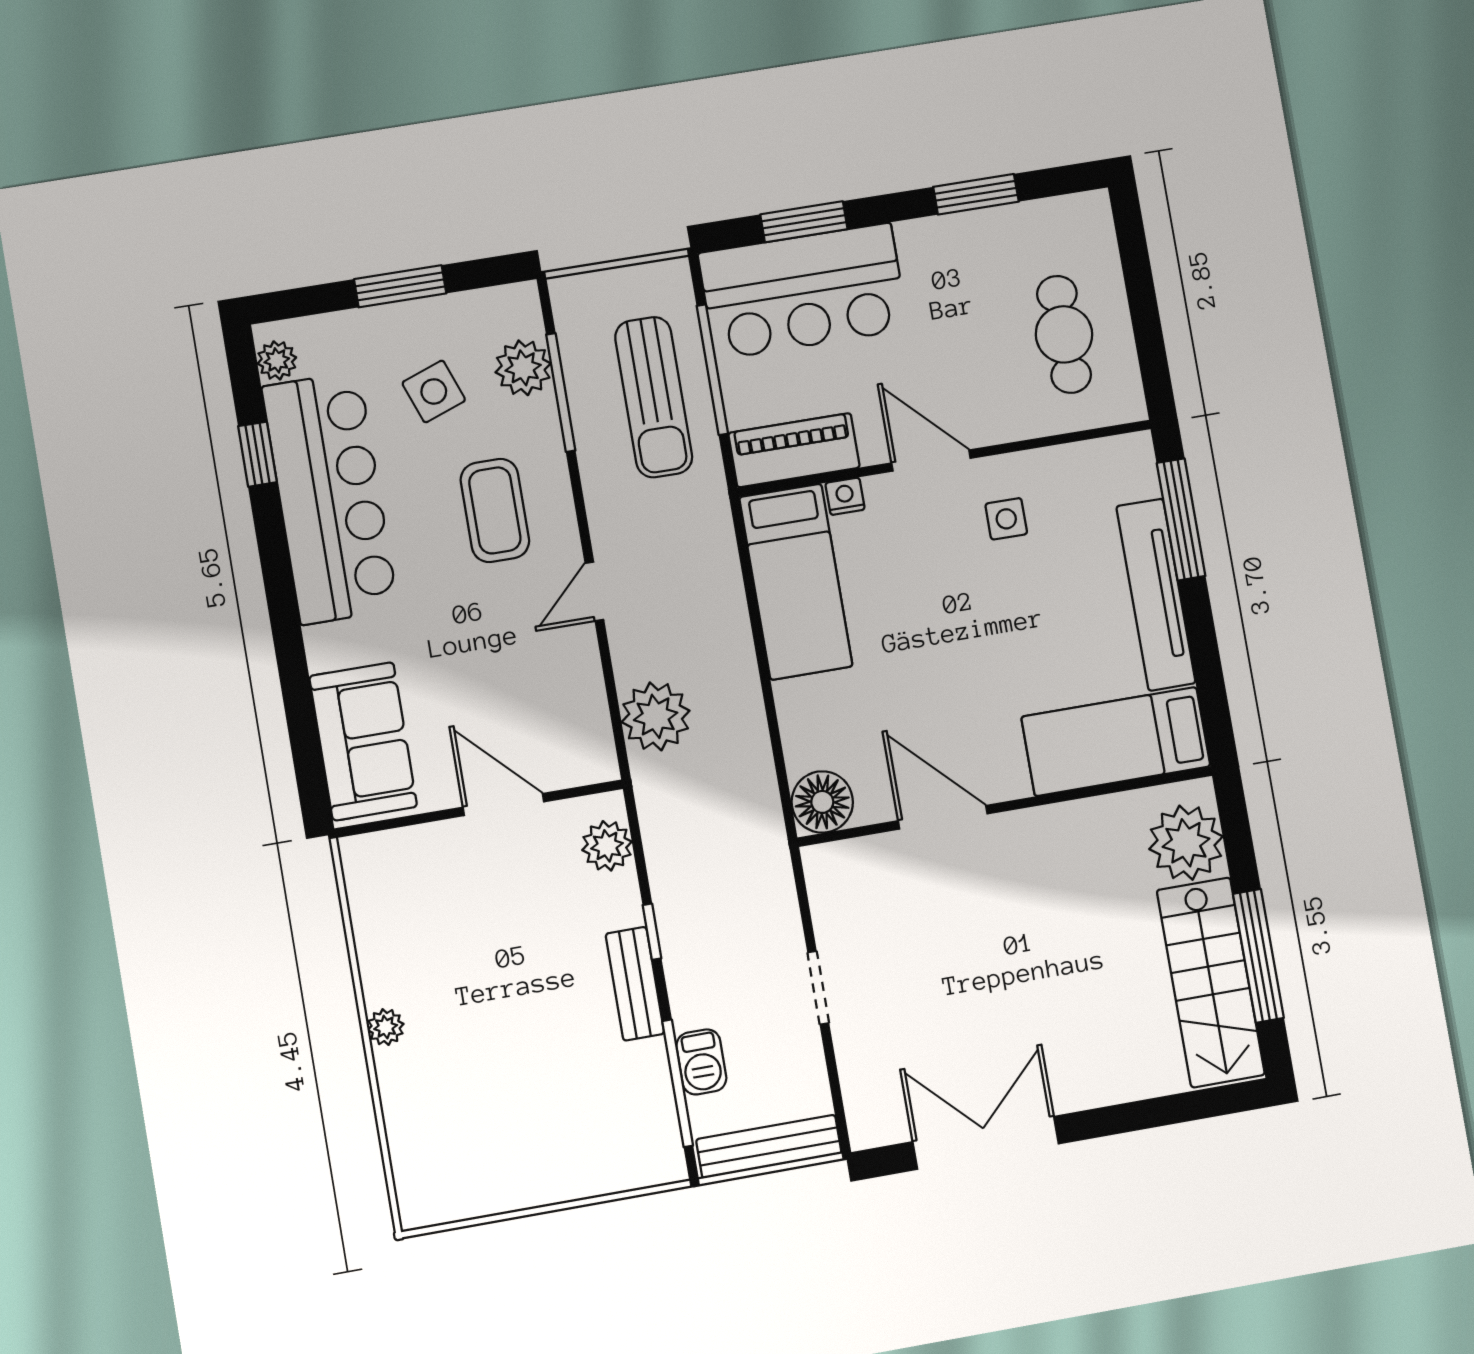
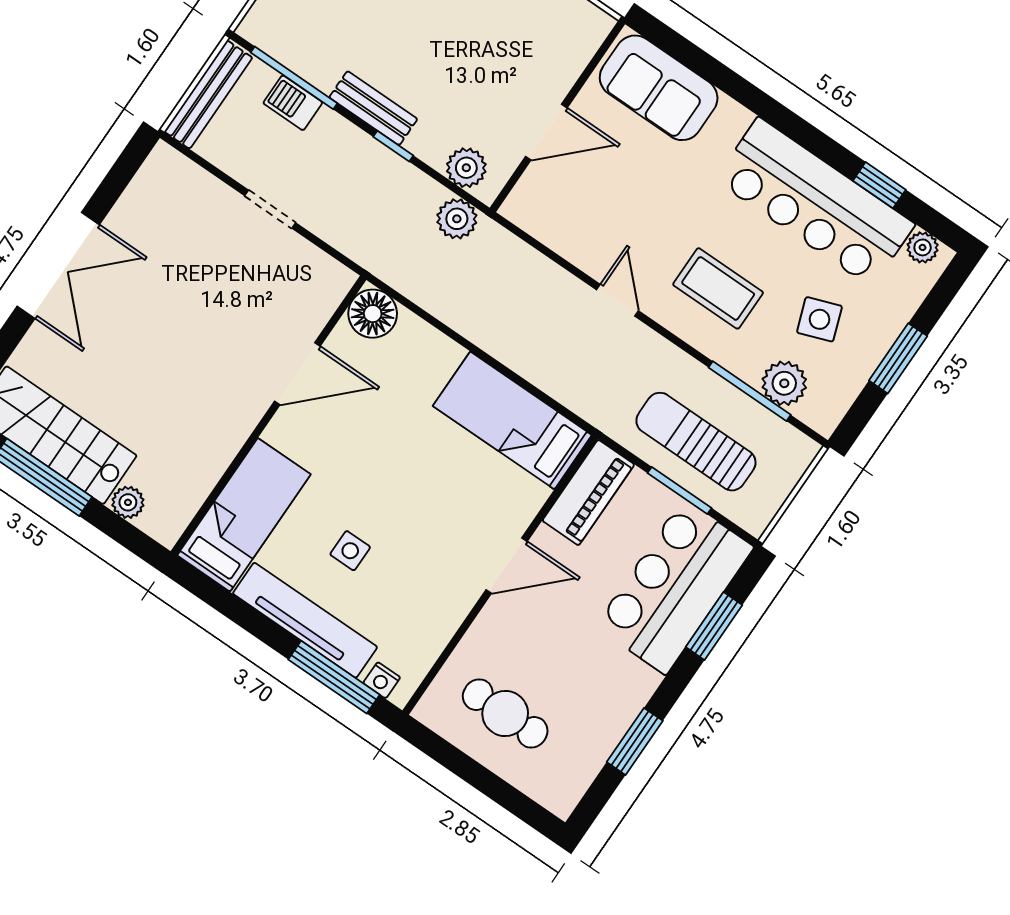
window: (712, 370) -> (680, 490), width x0.69
nightstand: (845, 496) -> (382, 680), moved, turned 90
side table: (1006, 519) -> (350, 551), moved
plant: (656, 716) -> (457, 219), moved, width x0.73, depth x0.73
plant: (1186, 843) -> (128, 502), width x0.53, depth x0.53
double door: (986, 1143) -> (58, 265), moved

